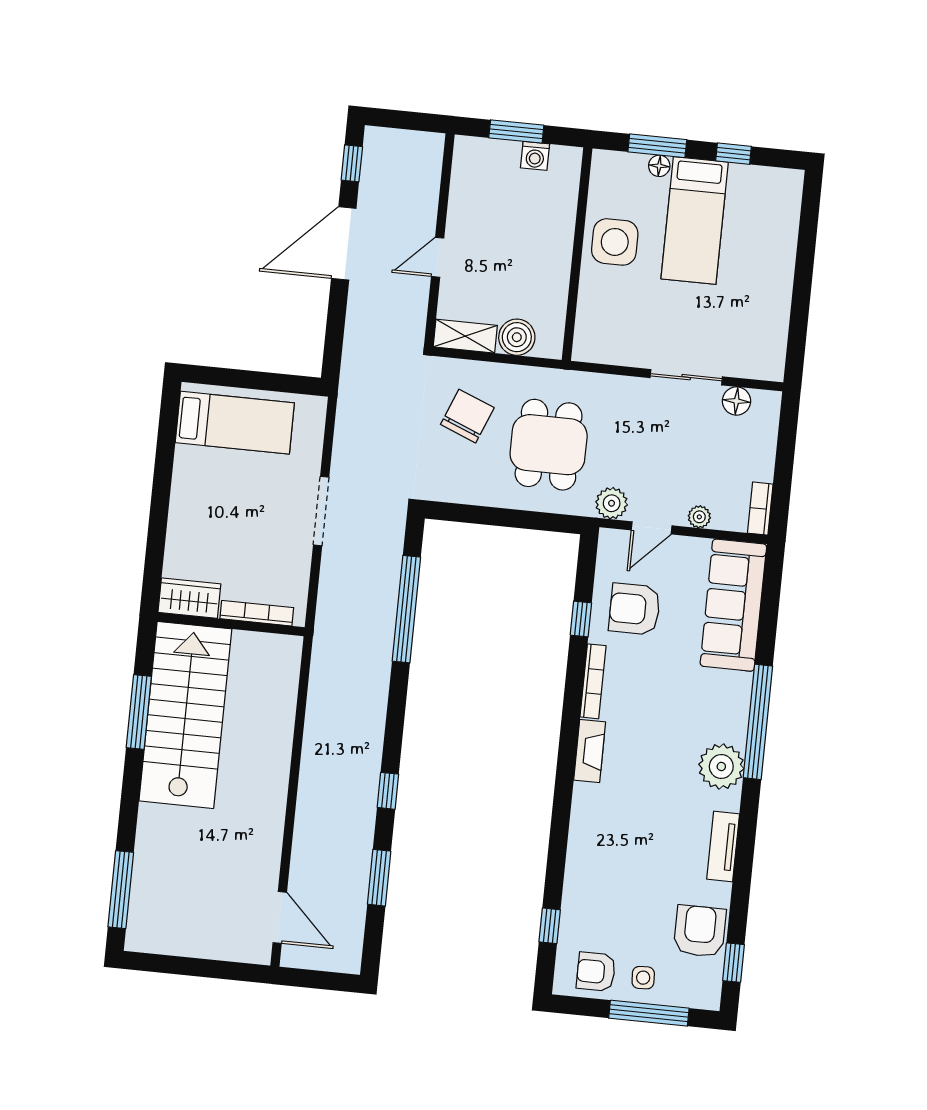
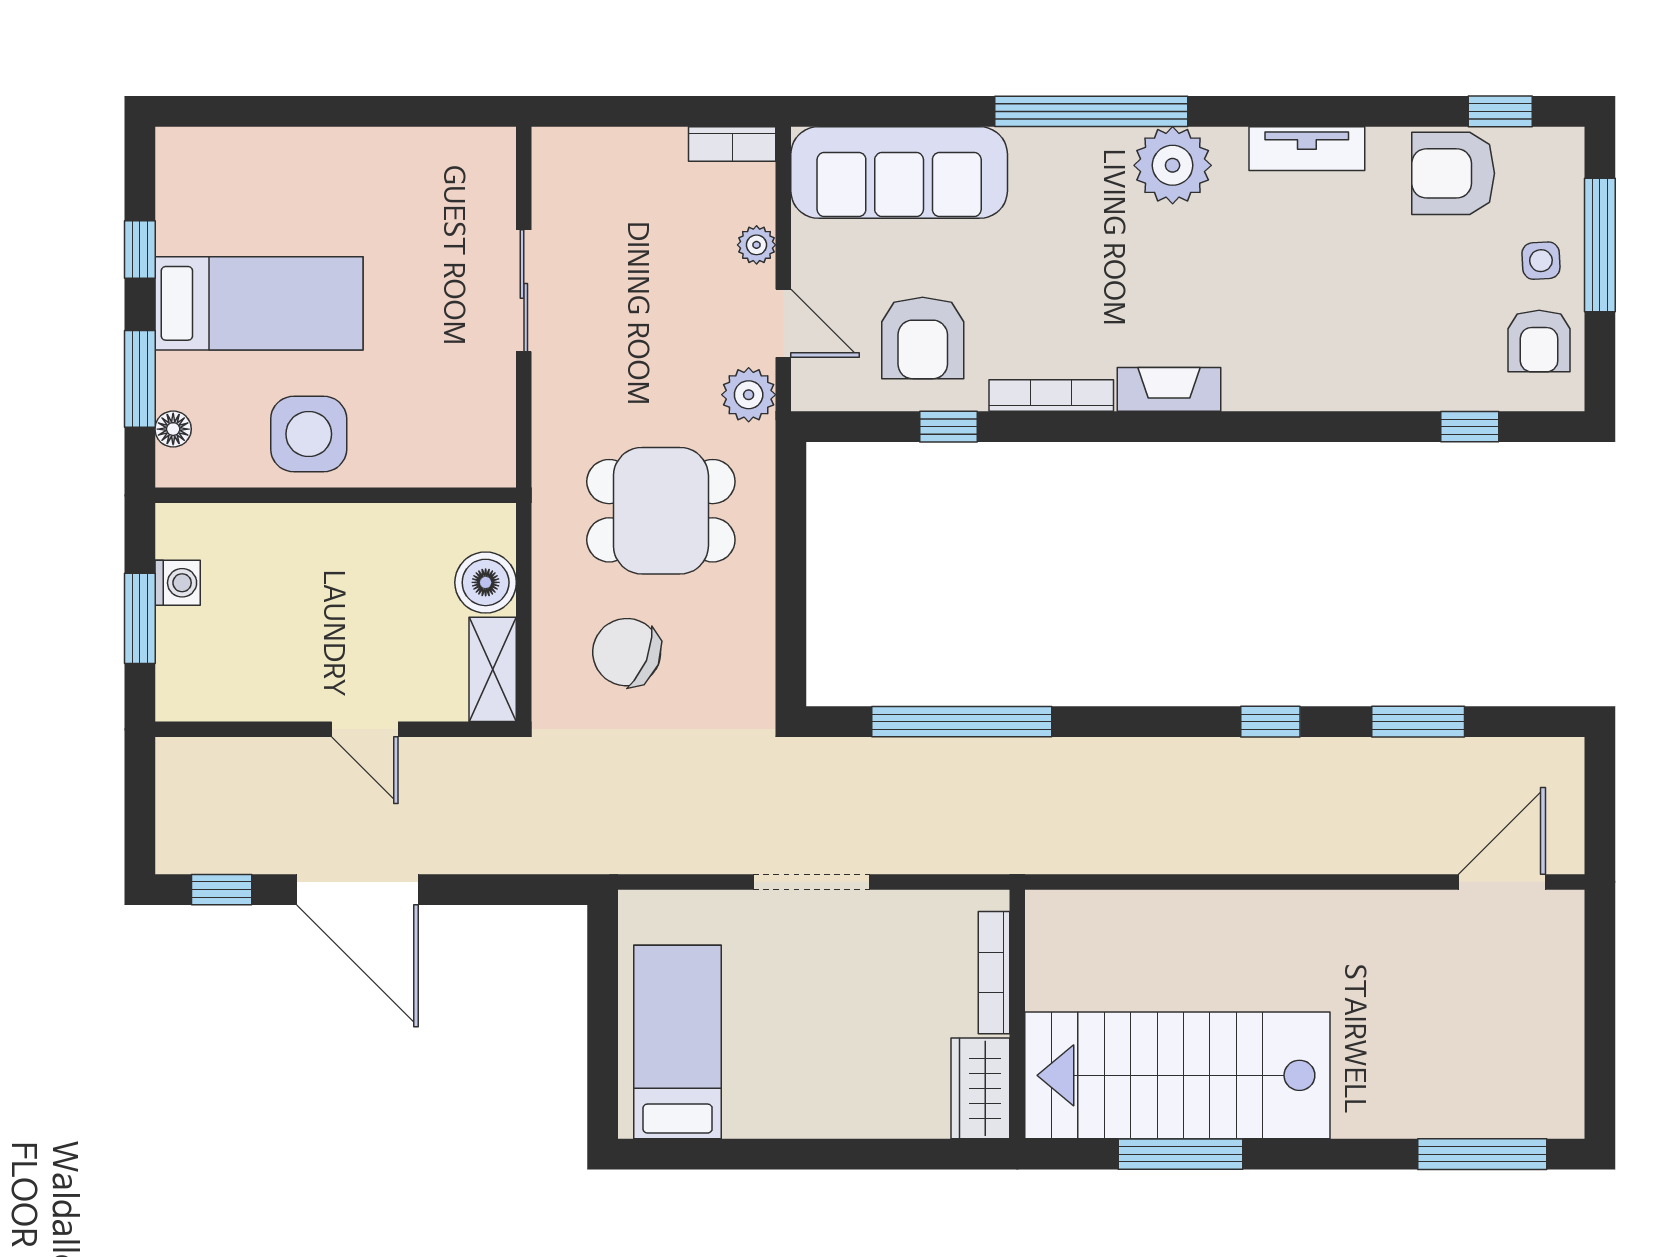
floor lamp: (659, 166) -> (173, 429), moved
floor lamp: (737, 401) -> (555, 202), removed

